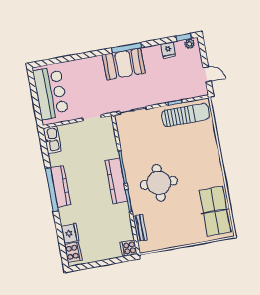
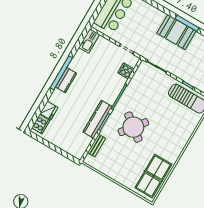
kitchen counter: (116, 181) -> (97, 119), moved
round table: (159, 183) -> (133, 127), turned 36
kitchen counter: (61, 186) -> (66, 80), width x0.67
cooker: (129, 248) -> (126, 71), moved

